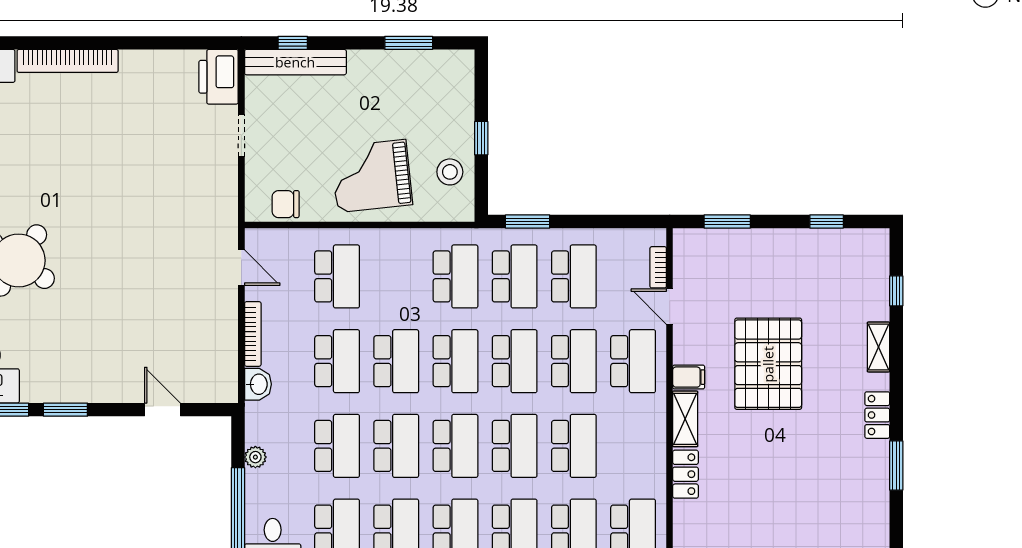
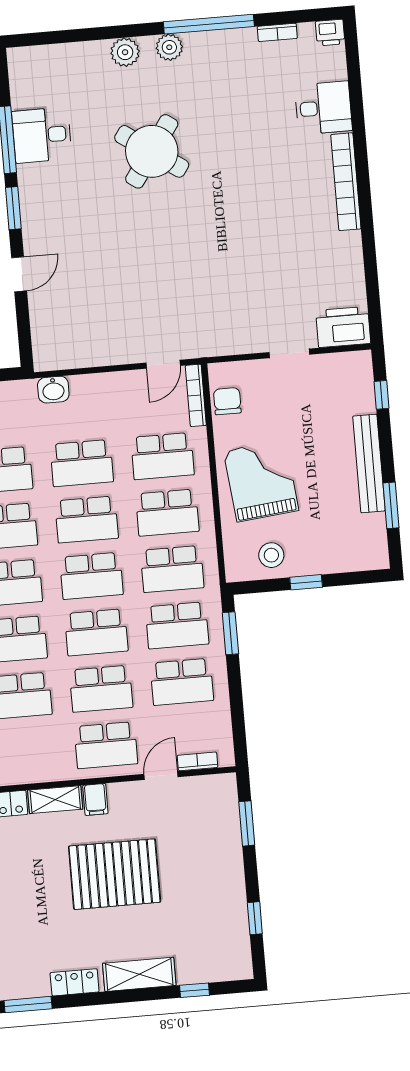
bench: (295, 62) -> (369, 463), moved
school desk: (396, 276) -> (167, 513), added
bookcase: (253, 334) -> (196, 395), moved, turned 90
shelving: (879, 347) -> (139, 974), width x1.50, depth x1.33
door: (162, 410) -> (19, 274), moved

